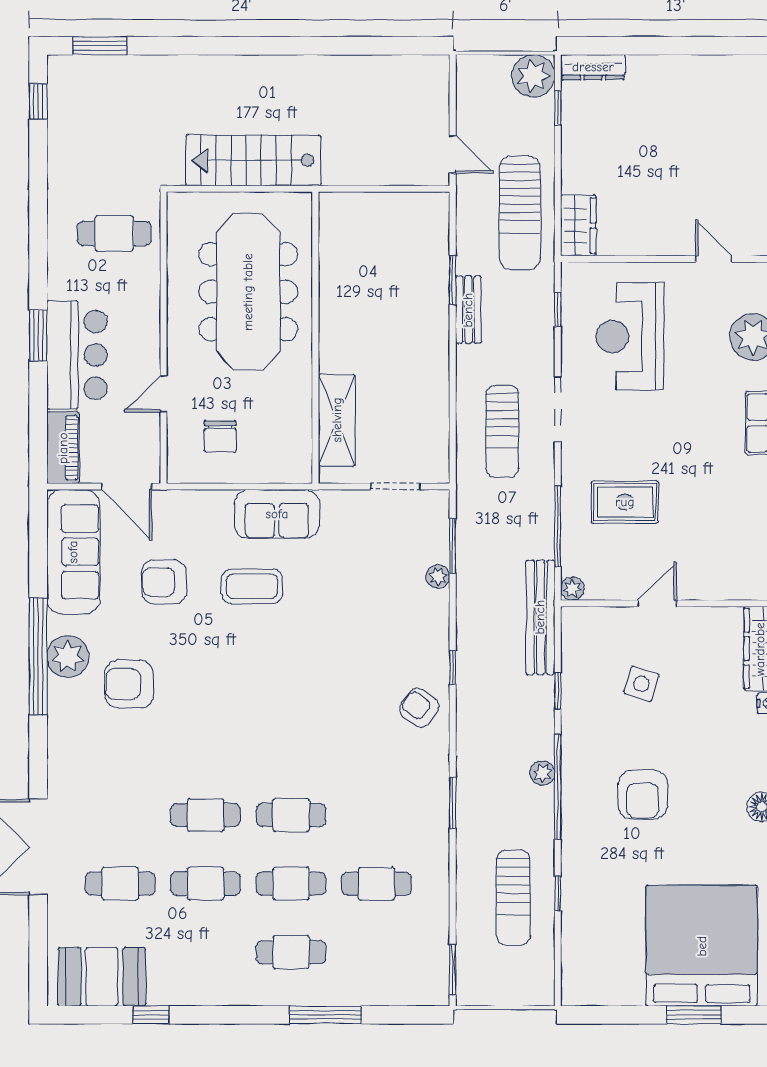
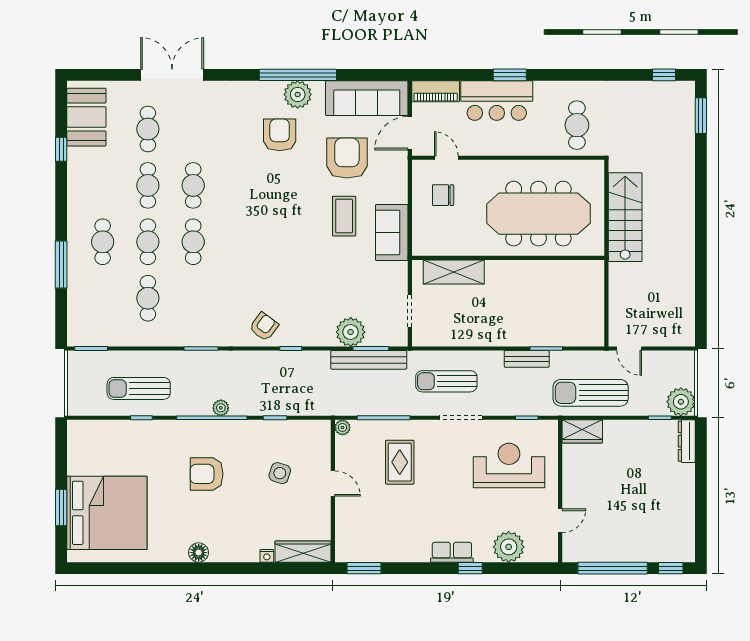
door: (453, 154) -> (629, 348), hinge flipped
door: (164, 394) -> (446, 158), moved
plant: (438, 577) -> (351, 332), width x1.88, depth x1.88
armchair: (164, 582) -> (347, 158), width x1.36, depth x1.36
bench: (540, 617) -> (369, 360), moved

